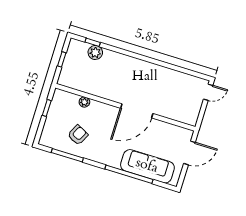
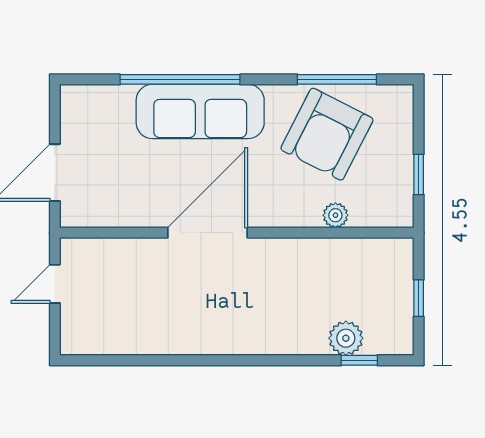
door: (208, 92) -> (55, 284), moved
armchair: (78, 135) -> (327, 134), width x1.88, depth x1.88
sofa: (147, 166) -> (200, 111), moved

